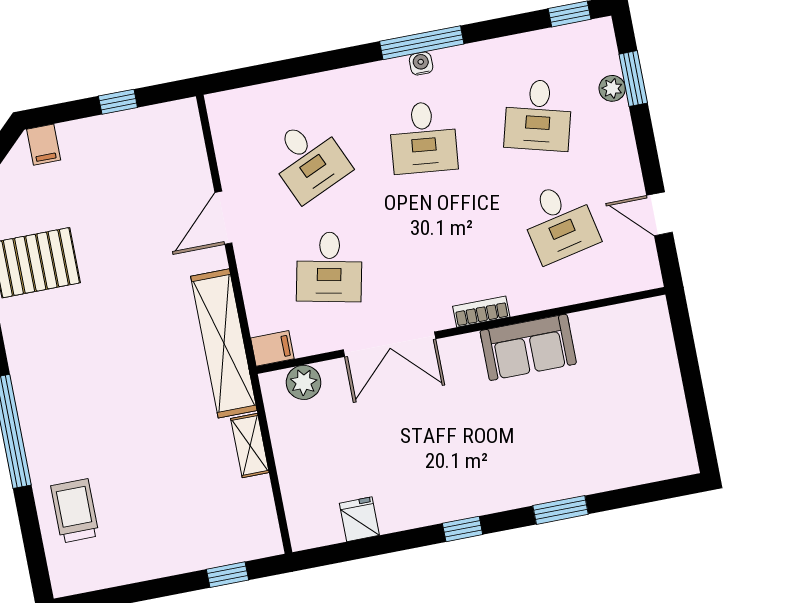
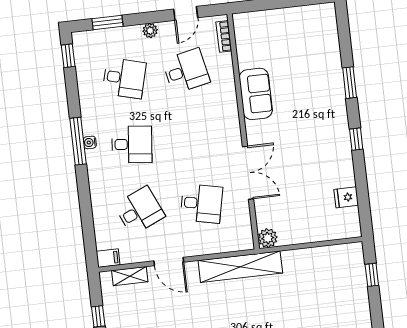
plant: (612, 88) -> (150, 31), moved
bookcase: (481, 312) -> (224, 36), moved
filing cabinet: (272, 348) -> (108, 258), moved, turned 90
plant: (304, 382) -> (268, 238), moved
shelving: (250, 445) -> (130, 276), moved

